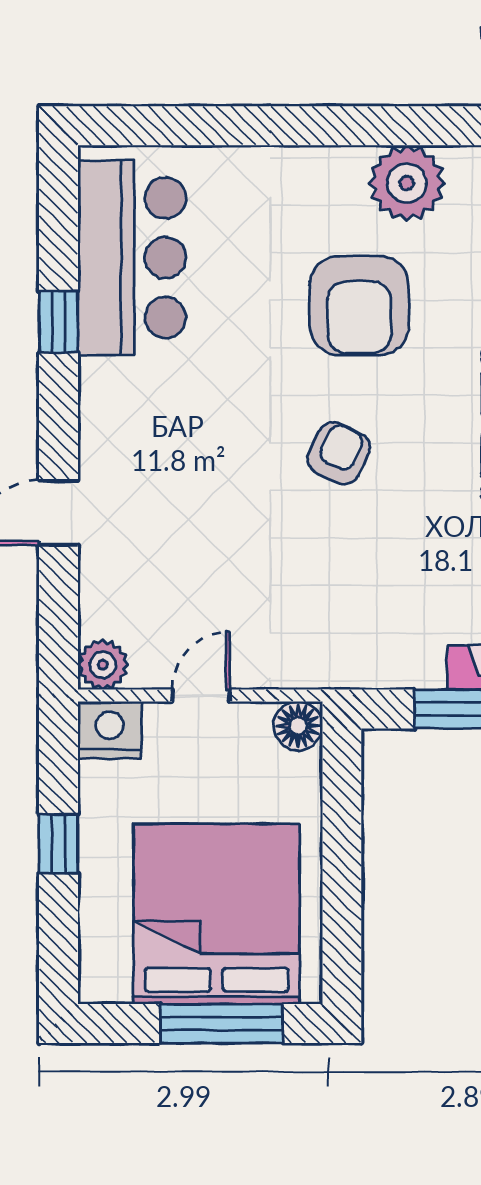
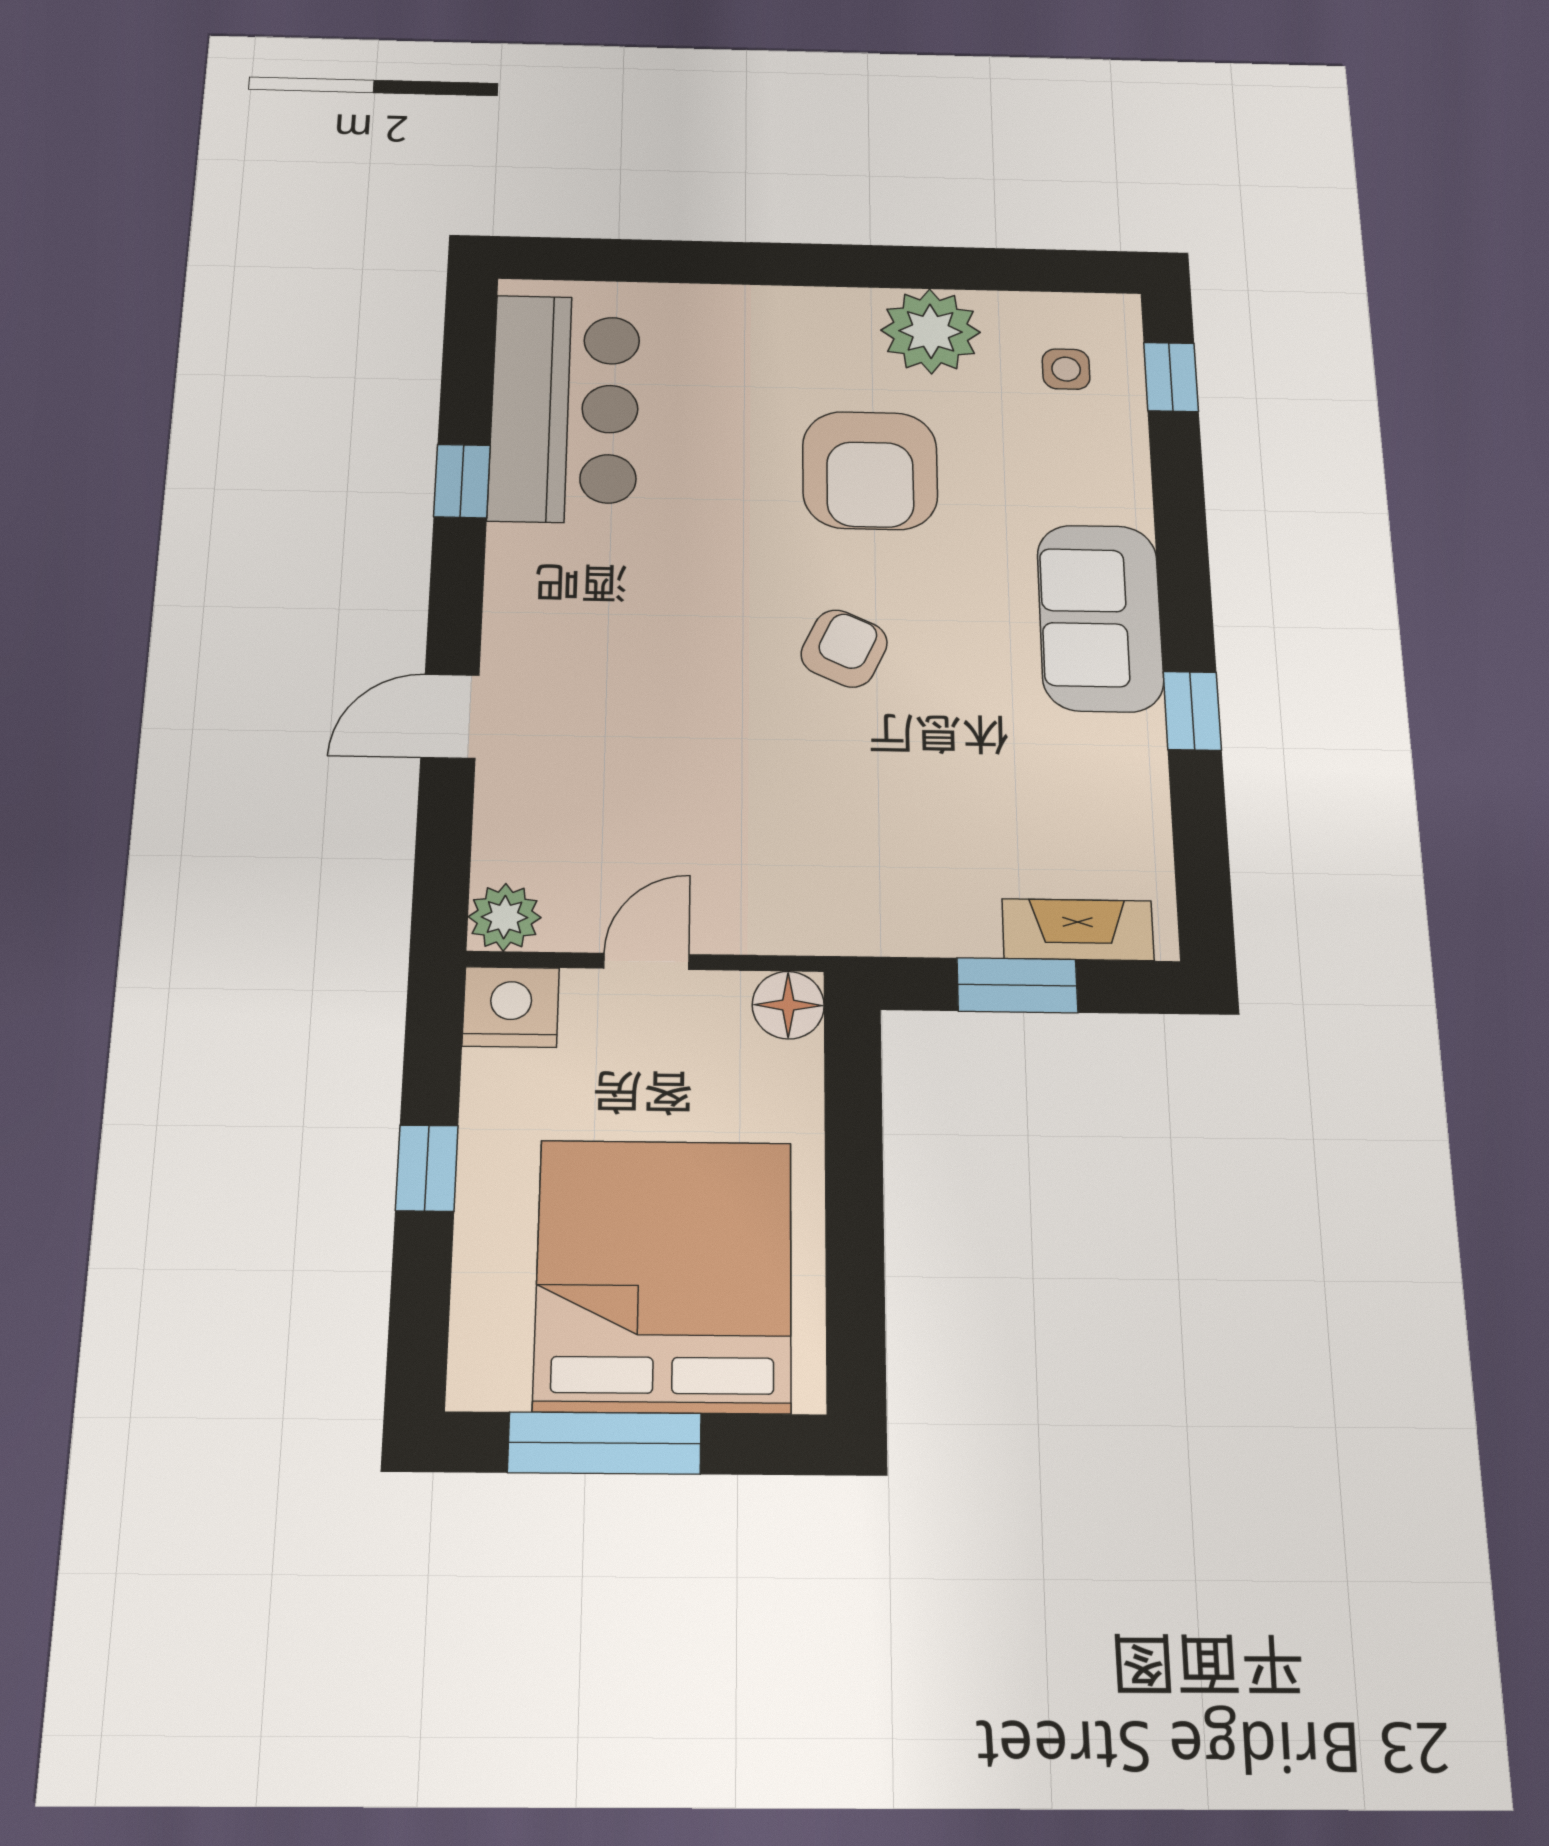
window: (221, 1024) -> (605, 1443), moved

